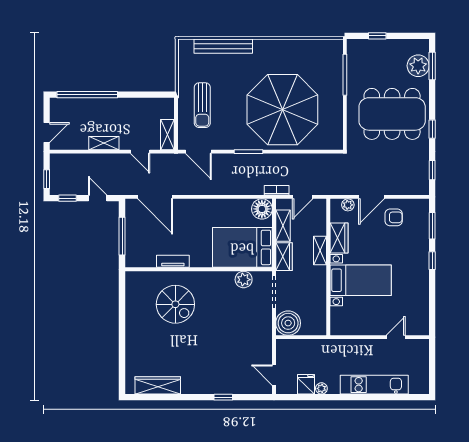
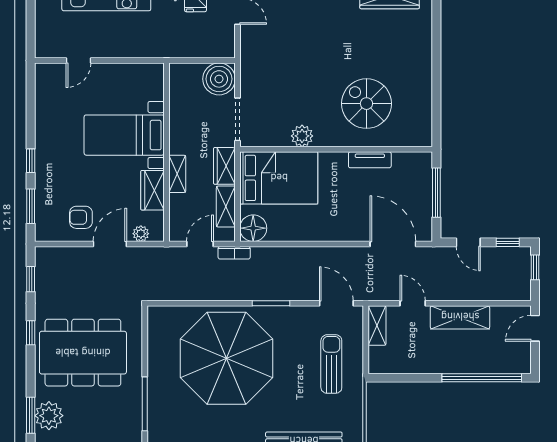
shelving: (104, 143) -> (460, 317), width x1.50, depth x1.33
plant: (244, 280) -> (302, 136), moved

